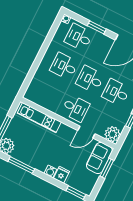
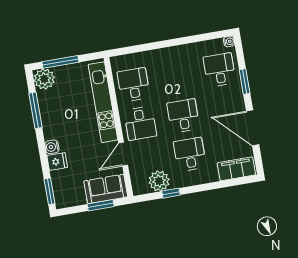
desk: (64, 66) -> (134, 85), moved
kitchen unit: (39, 118) -> (103, 102), width x1.36
door: (86, 132) -> (123, 154), hinge flipped
plant: (112, 134) -> (159, 181), moved

